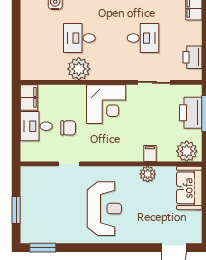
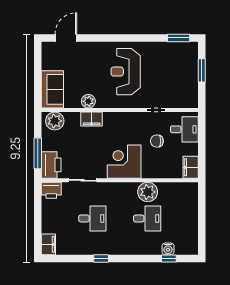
desk: (143, 38) -> (92, 218), turned 180
printer: (193, 57) -> (51, 190), moved, turned 90
printer: (191, 113) -> (51, 165), moved
desk: (36, 126) -> (184, 129), moved
filing cabinet: (150, 154) -> (92, 119), width x2.00

